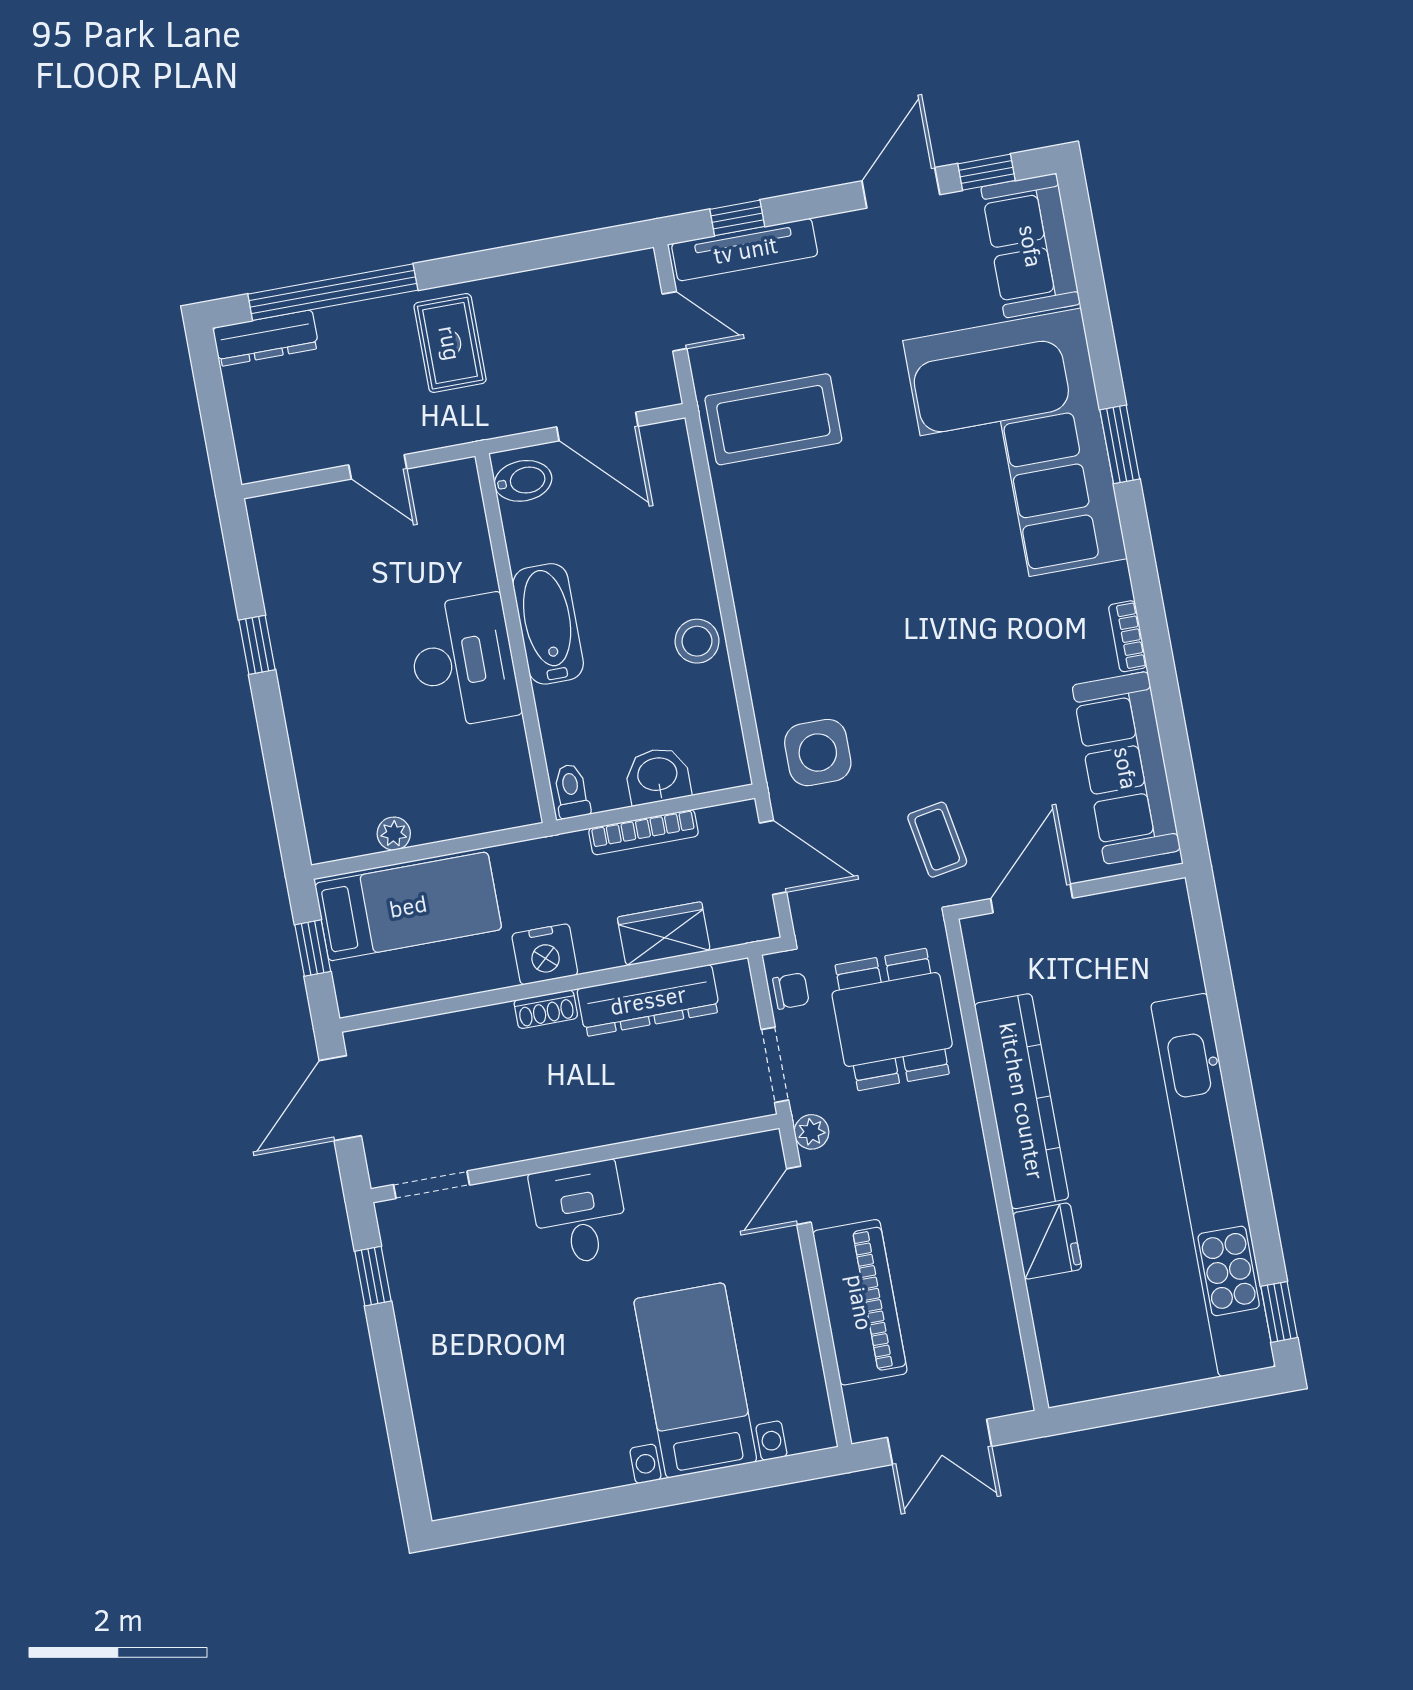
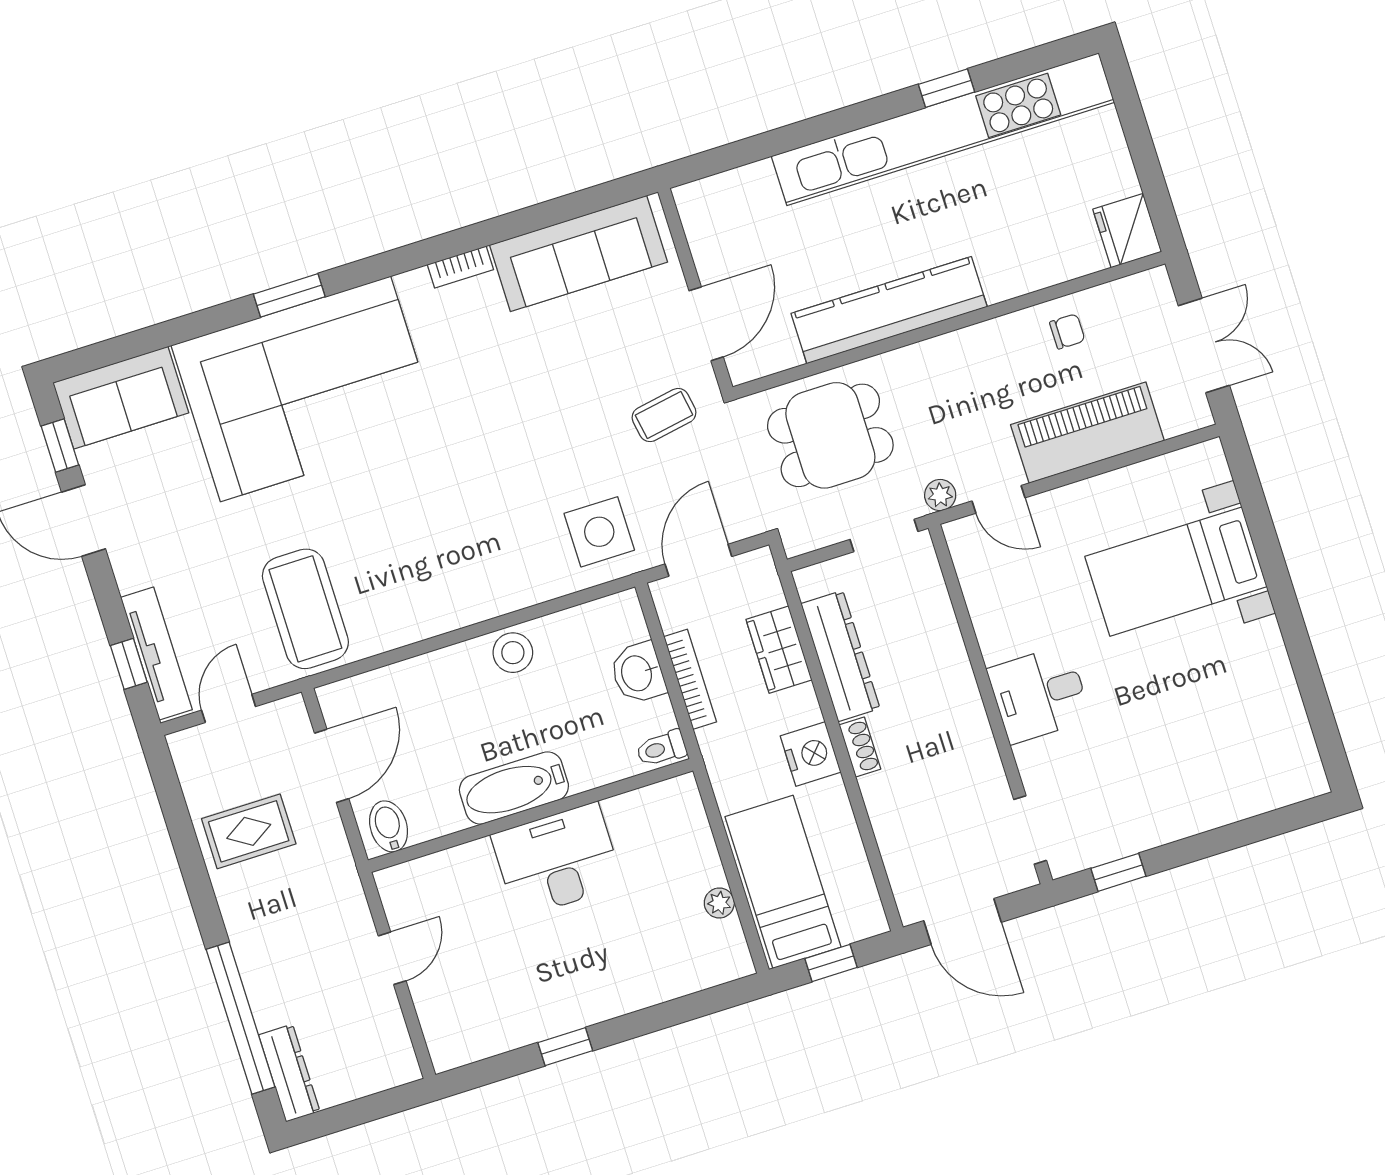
rug: (450, 343) -> (249, 831), moved
door: (1032, 898) -> (706, 324), swing flipped
chair: (791, 991) -> (1067, 331), moved, turned 90
fridge: (1047, 1241) -> (1127, 231), moved, turned -90
window: (1279, 1312) -> (946, 88), moved

